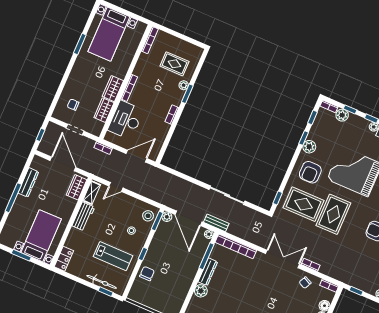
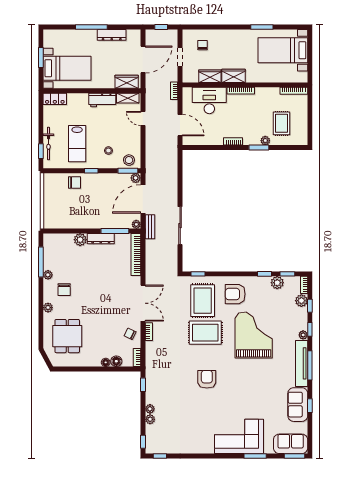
plant: (309, 147) -> (277, 283), moved

